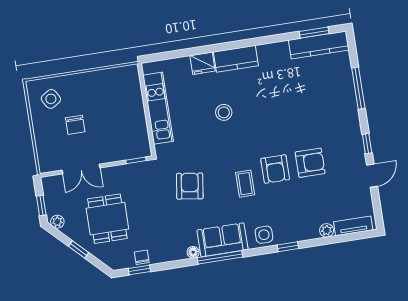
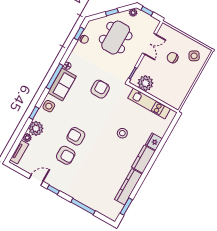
kitchen counter: (319, 45) -> (128, 187), moved
plant: (136, 134) -> (145, 83), added
armchair: (310, 163) -> (66, 155), turned -90
double door: (81, 169) -> (149, 44), swing flipped
door: (372, 176) -> (36, 180), swing flipped
coffee table: (245, 184) -> (80, 116), removed
armchair: (190, 186) -> (100, 89), turned -98
dining table: (107, 219) -> (116, 38), width x1.38
plant: (306, 228) -> (36, 128), added

